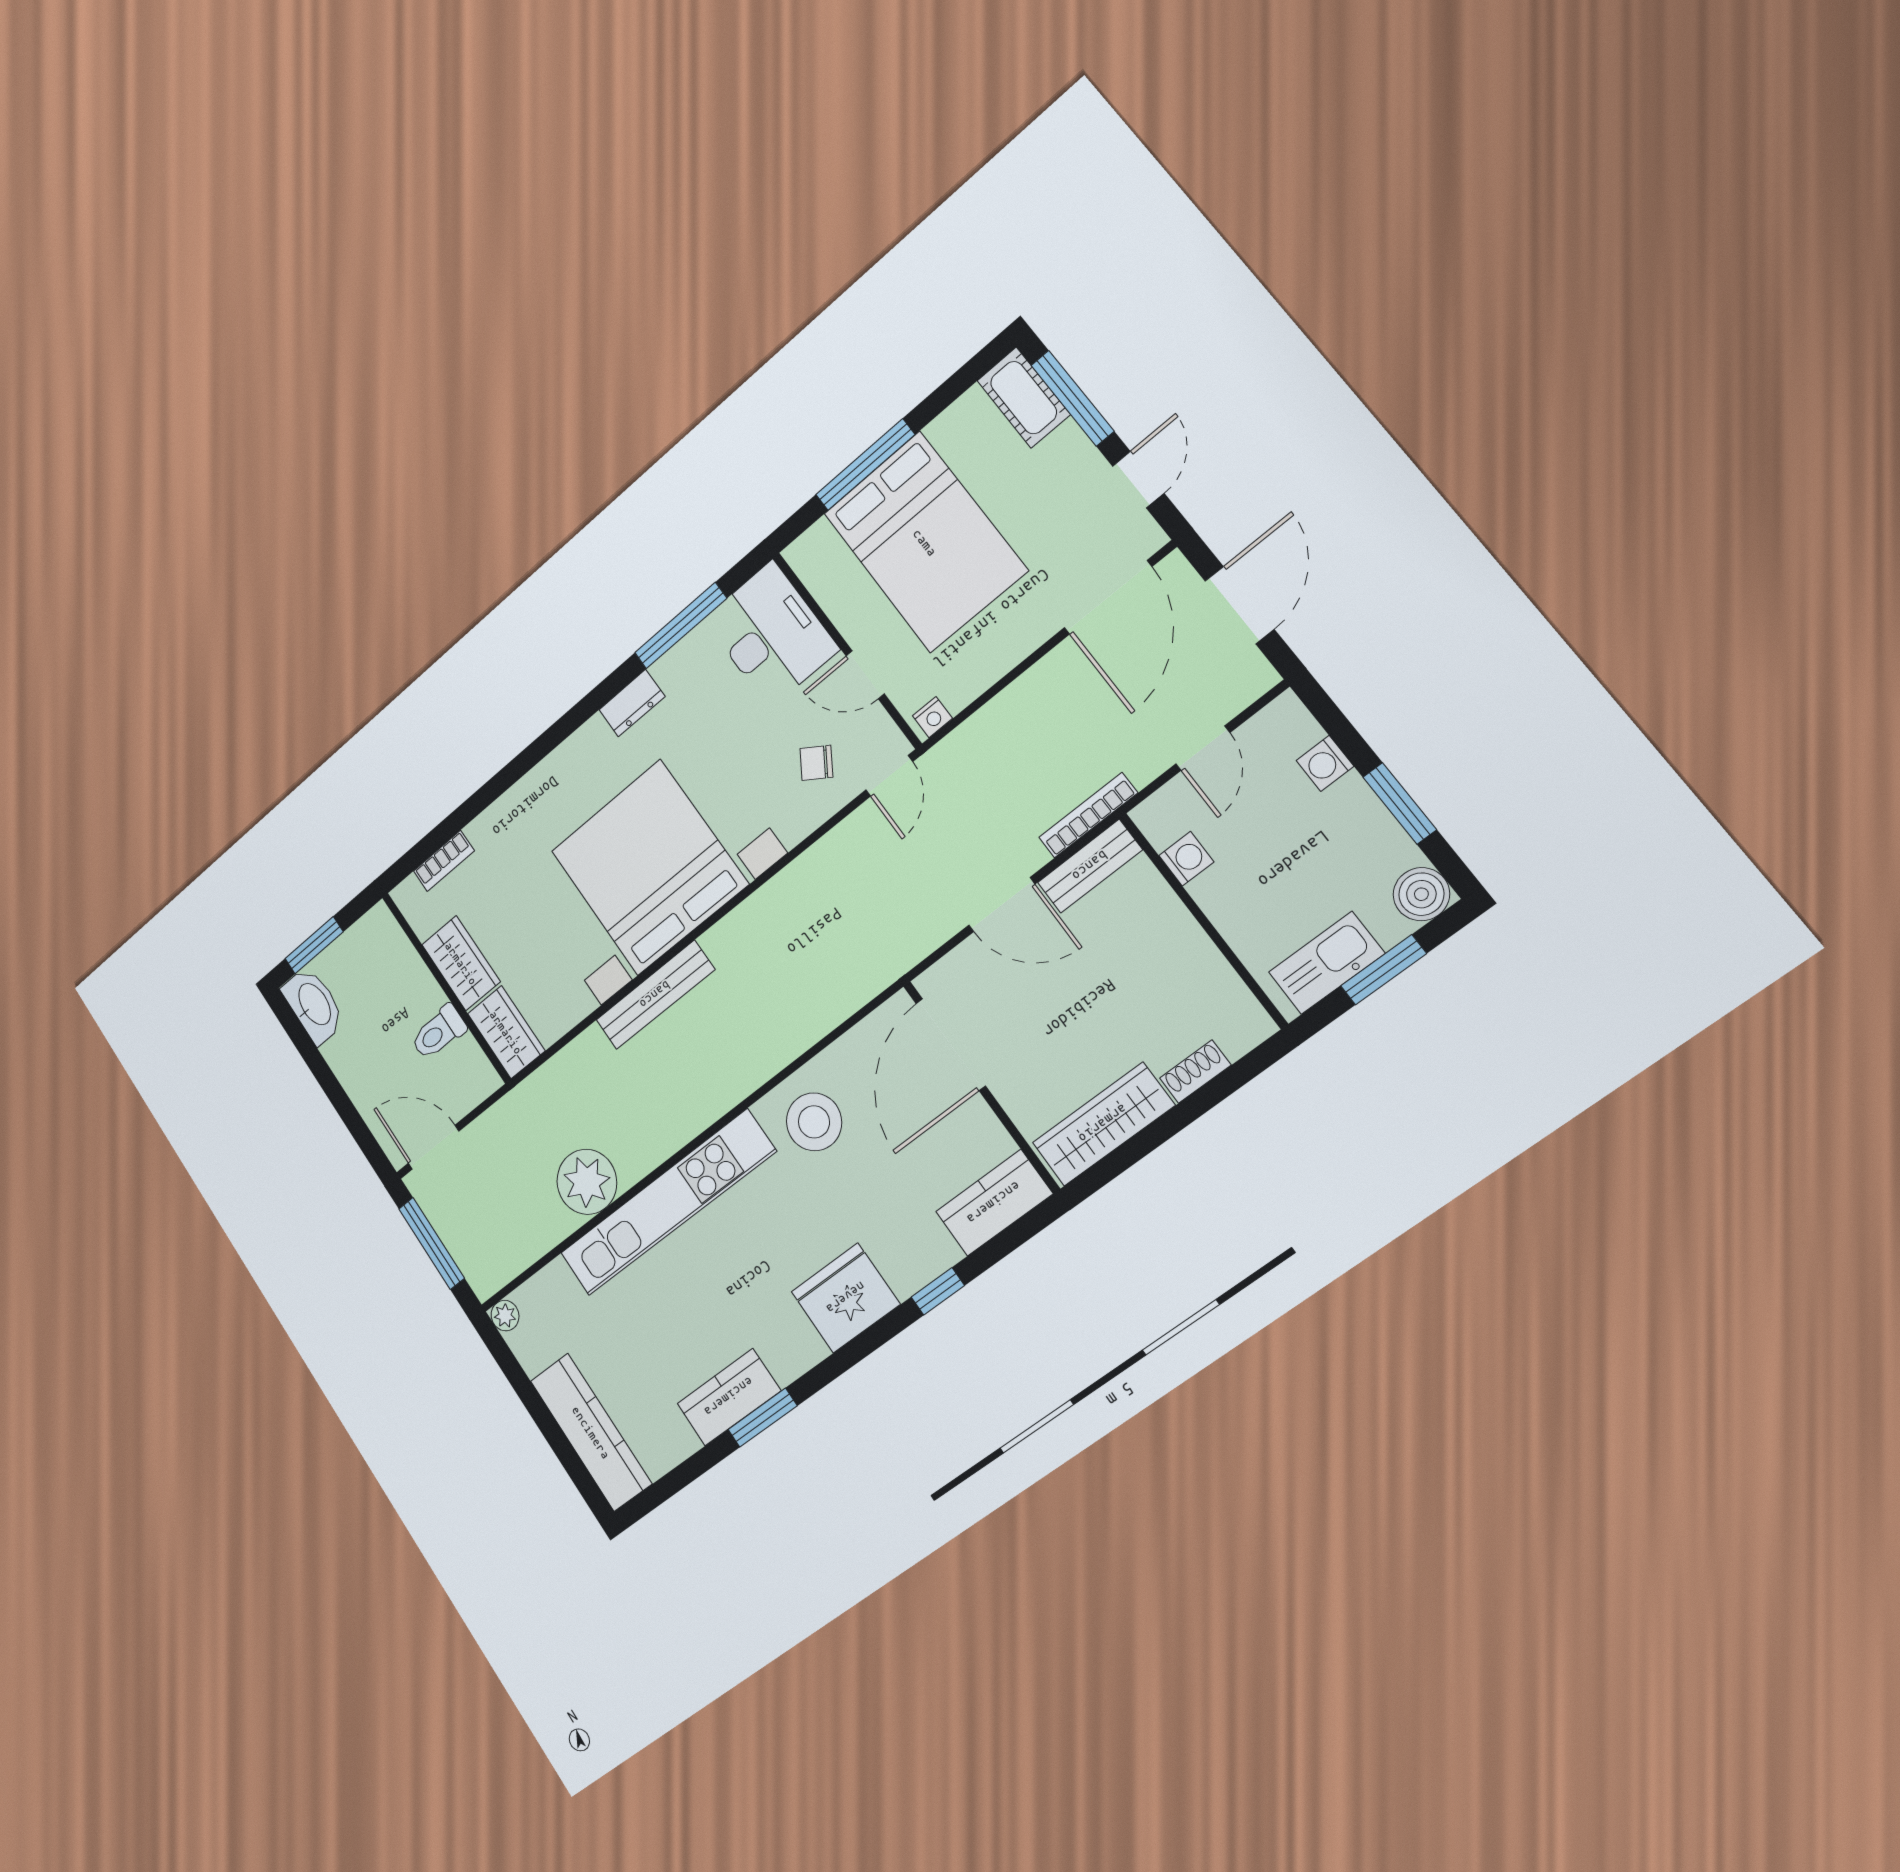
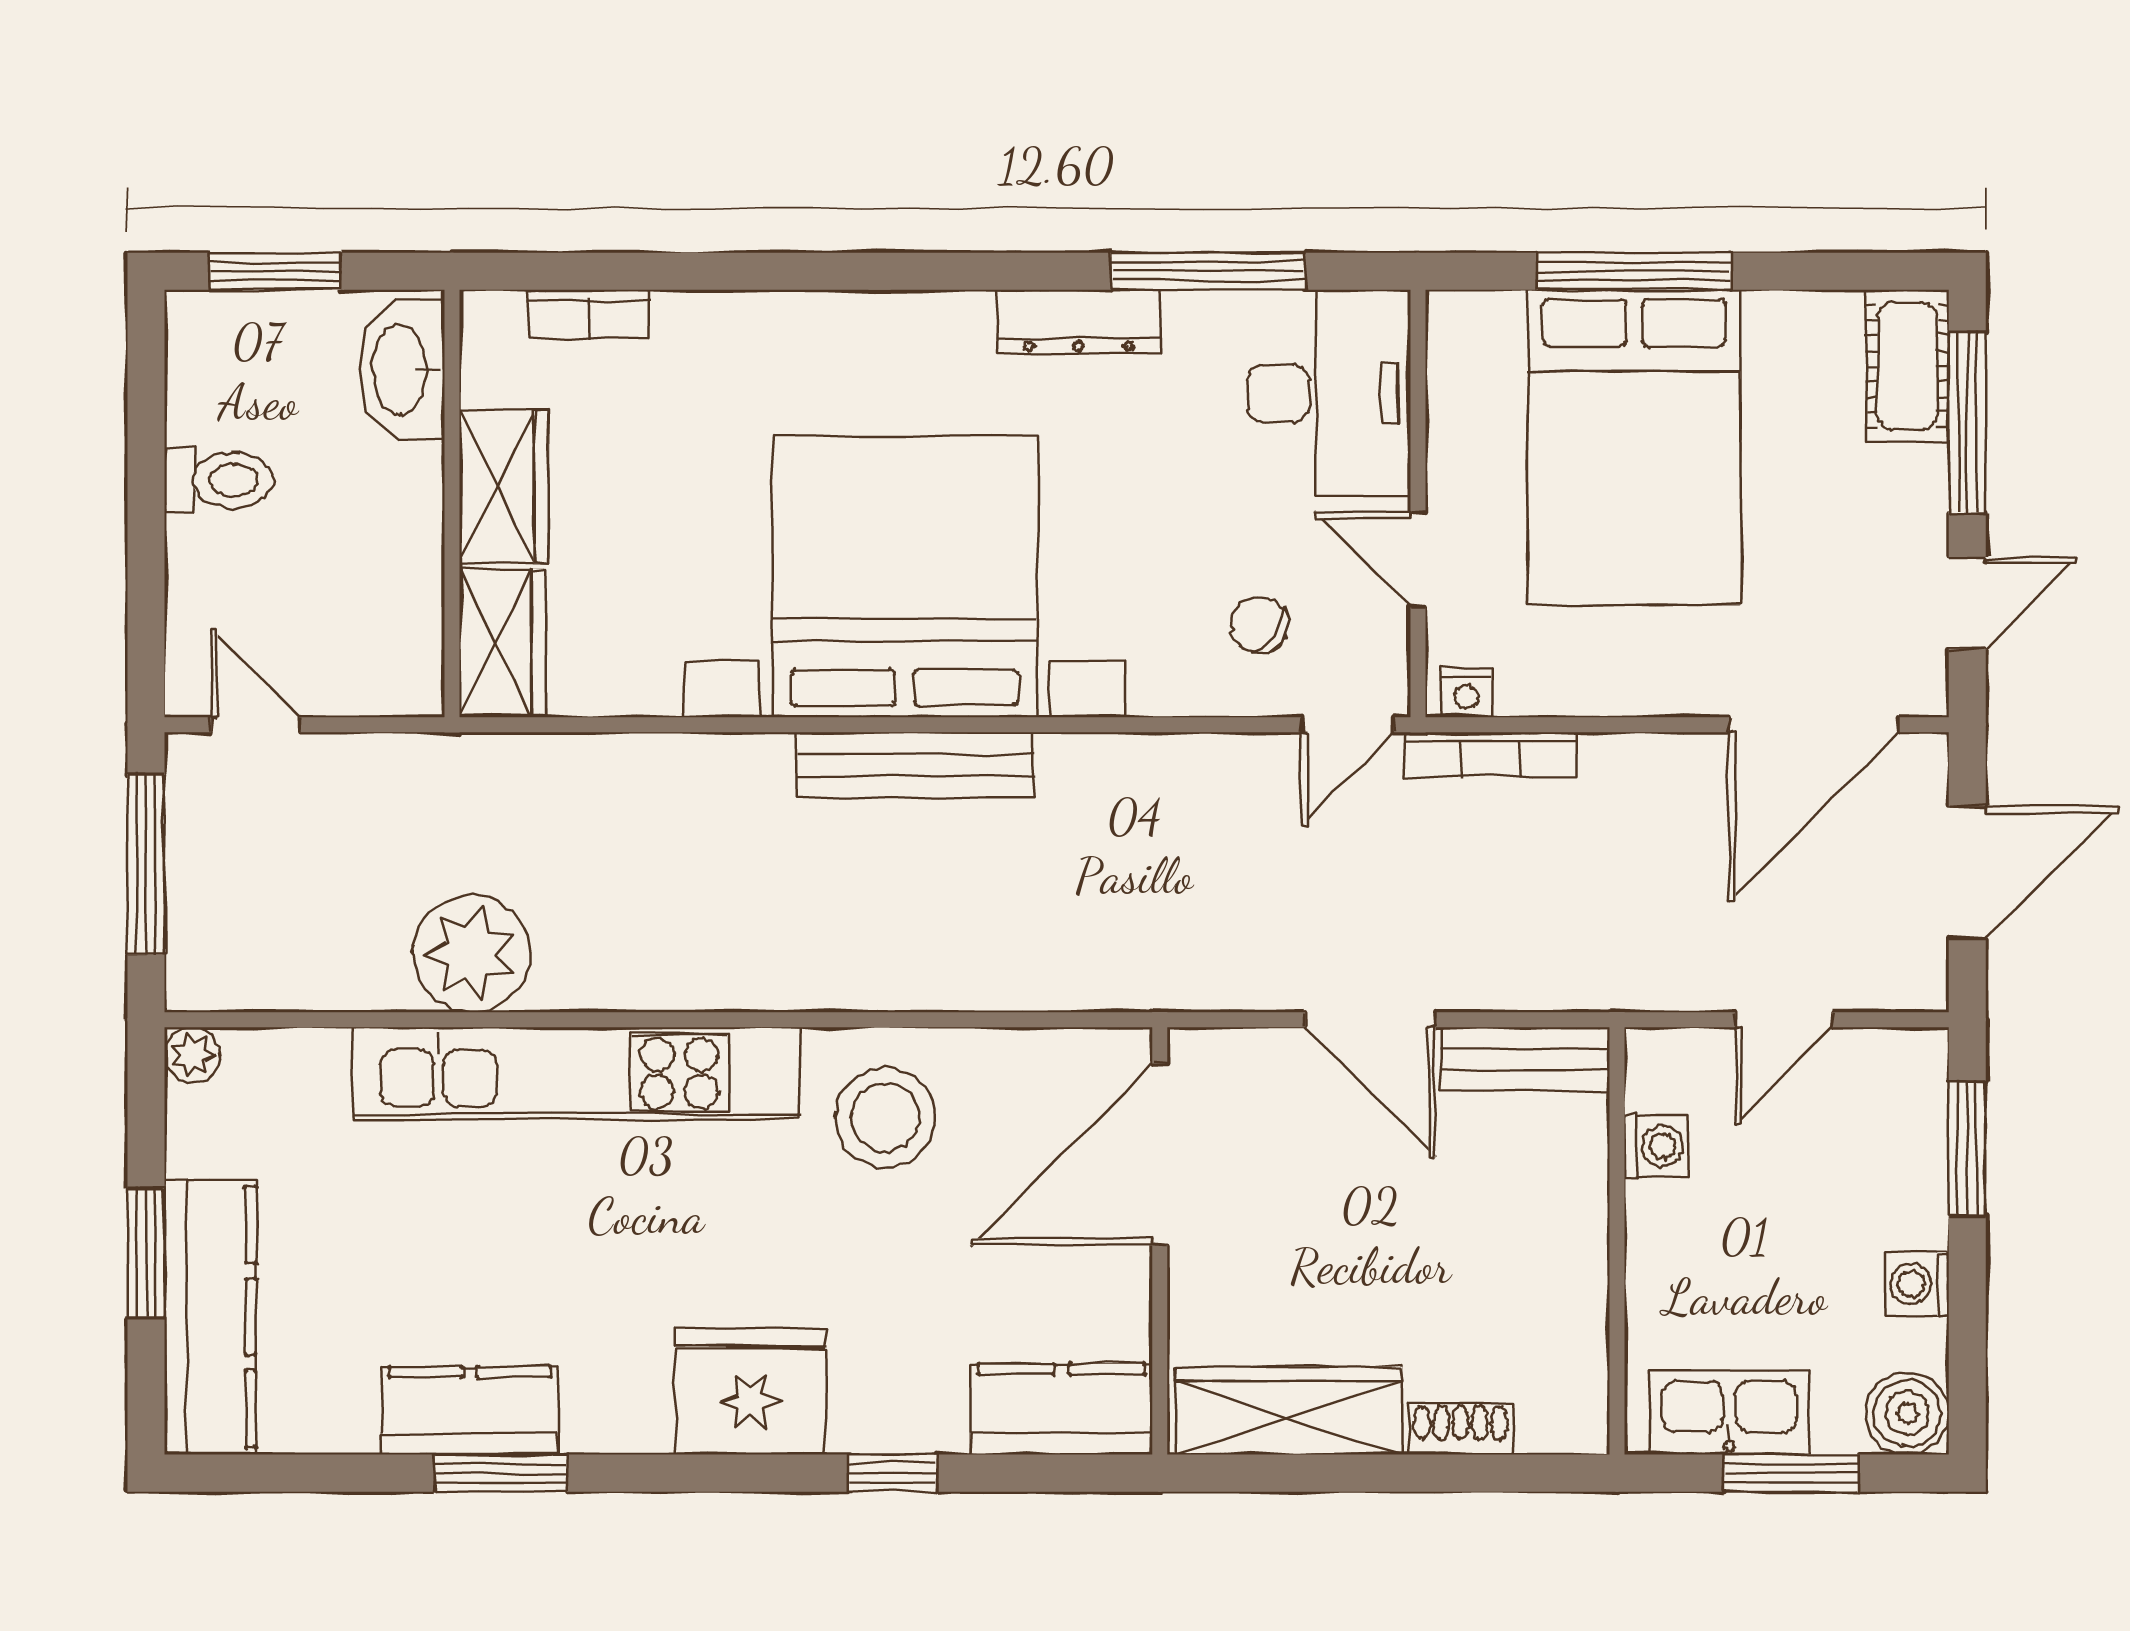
dresser: (632, 703) -> (1079, 321), width x1.44
washing machine: (1325, 763) -> (1917, 1284), moved
window: (1400, 803) -> (1967, 1149), moved
bookcase: (1088, 815) -> (1491, 754), moved, turned 180
bench: (655, 995) -> (916, 765), moved
washbasin: (314, 1005) -> (402, 369), moved, turned 180
toilet: (438, 1032) -> (219, 480), moved, turned 180
door: (434, 1147) -> (255, 725), width x0.73
window: (546, 1422) -> (146, 1253), added

